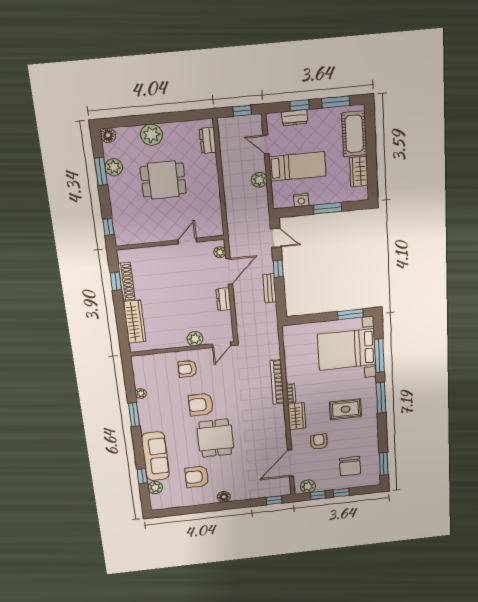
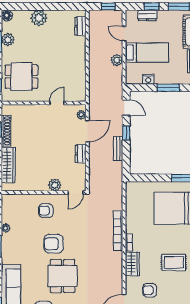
dining table: (163, 180) -> (21, 77), moved
armchair: (319, 442) -> (150, 290), turned -90

